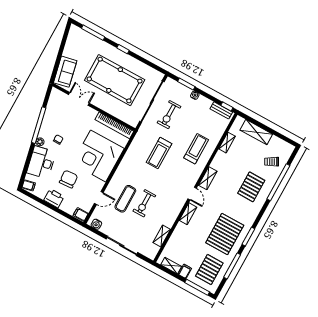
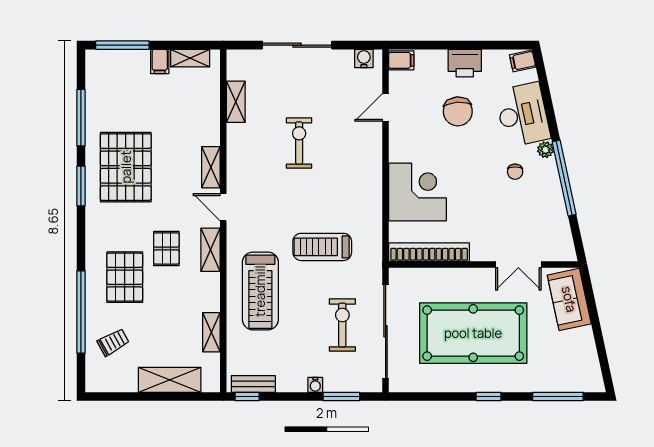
treadmill: (196, 149) -> (260, 291), width x1.37, depth x1.38
treadmill: (159, 153) -> (322, 247), turned -90
corner desk: (98, 156) -> (417, 192), width x0.74, depth x0.74
exercise mat: (125, 199) -> (337, 132), removed
pallet: (209, 270) -> (166, 249), moved, width x0.67, depth x0.71

